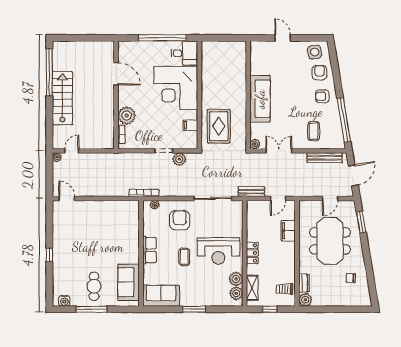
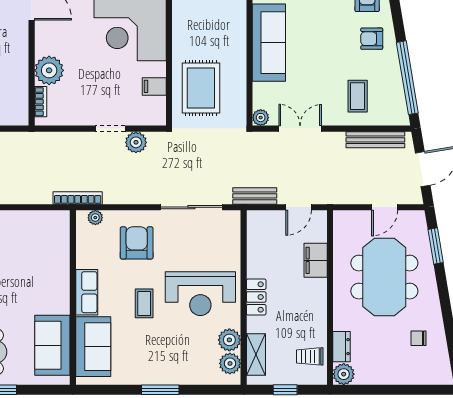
sofa: (161, 296) -> (93, 347), moved, turned 90

